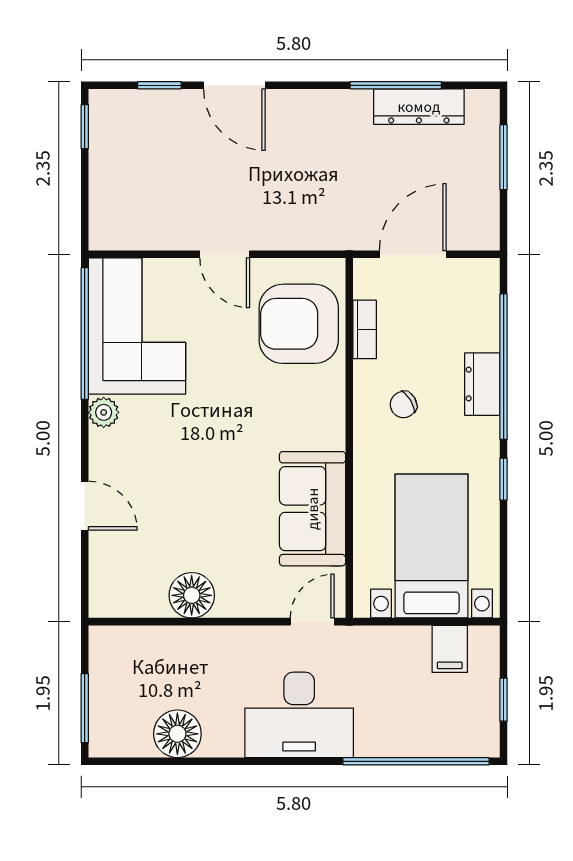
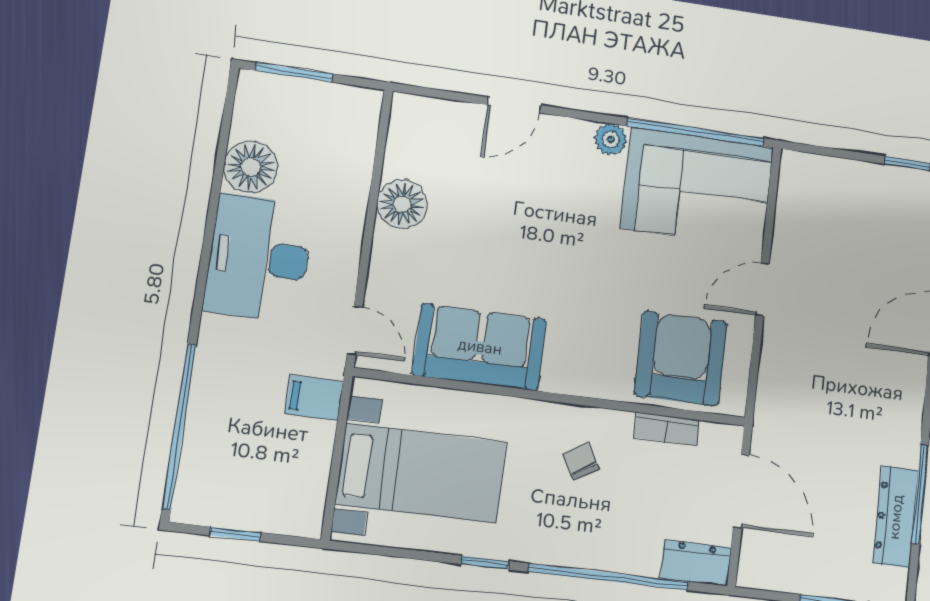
dresser: (482, 384) -> (696, 563), moved
filing cabinet: (450, 649) -> (314, 398), moved
desk: (299, 715) -> (259, 258), moved

